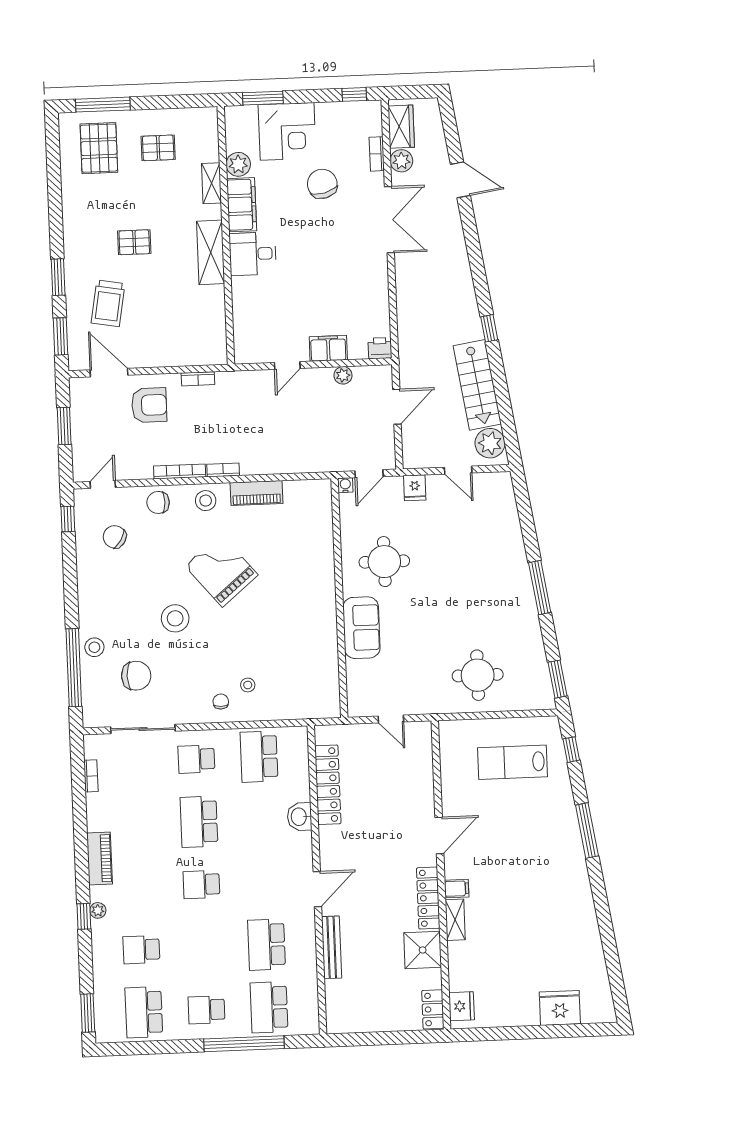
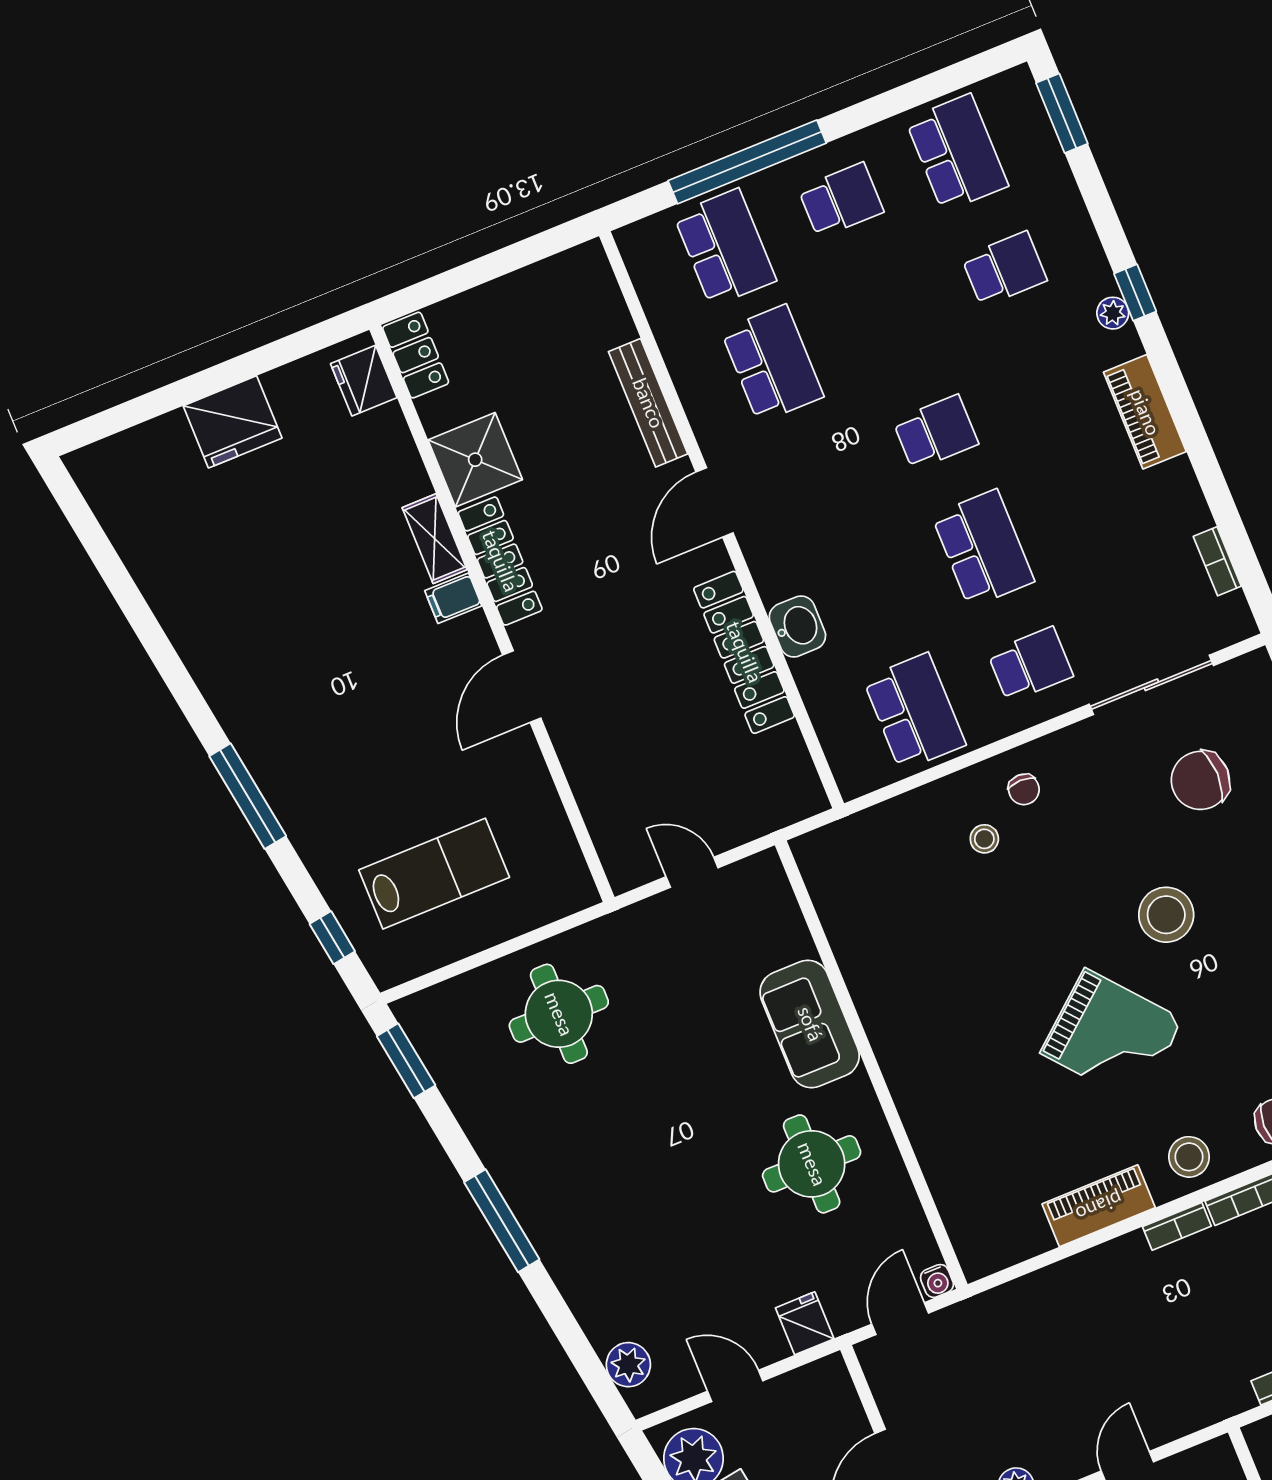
plant: (505, 498) -> (628, 1365), added
locker: (328, 785) -> (744, 652), moved
fridge: (560, 1008) -> (233, 422), moved

